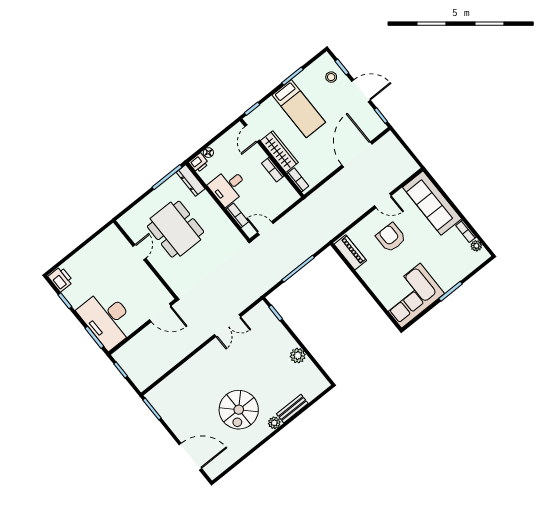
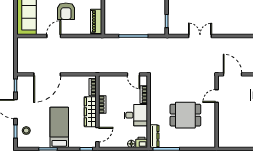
door: (383, 201) -> (54, 36), hinge flipped
dining table: (175, 229) -> (185, 115), width x0.73
door: (139, 252) -> (217, 96), moved

